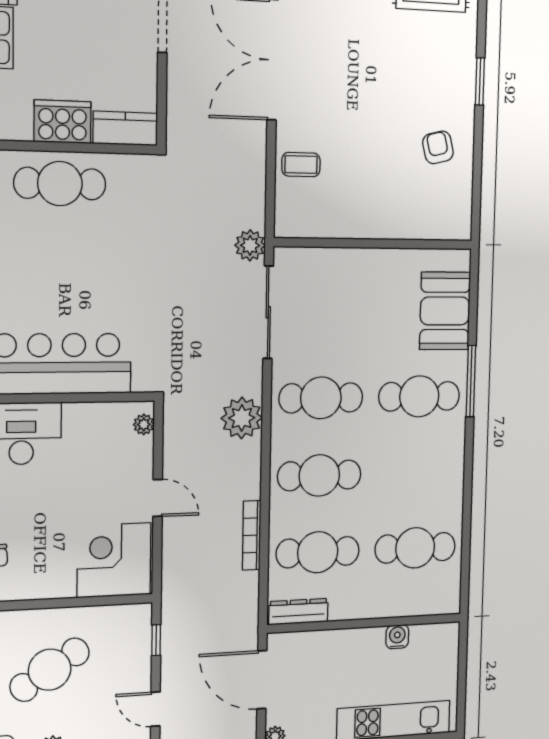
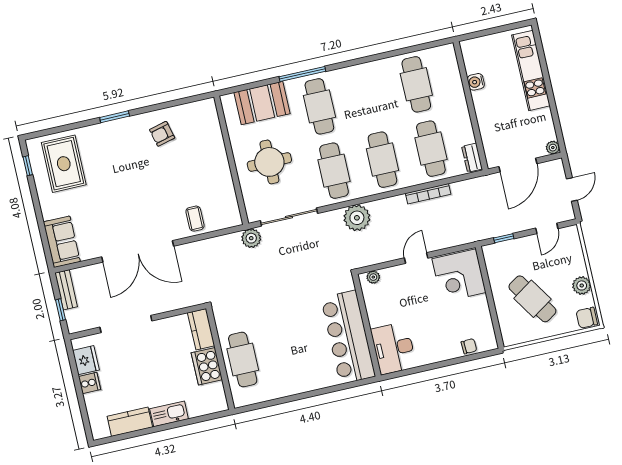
round table: (357, 302) -> (269, 162), added
dresser: (298, 612) -> (472, 158), width x0.70

